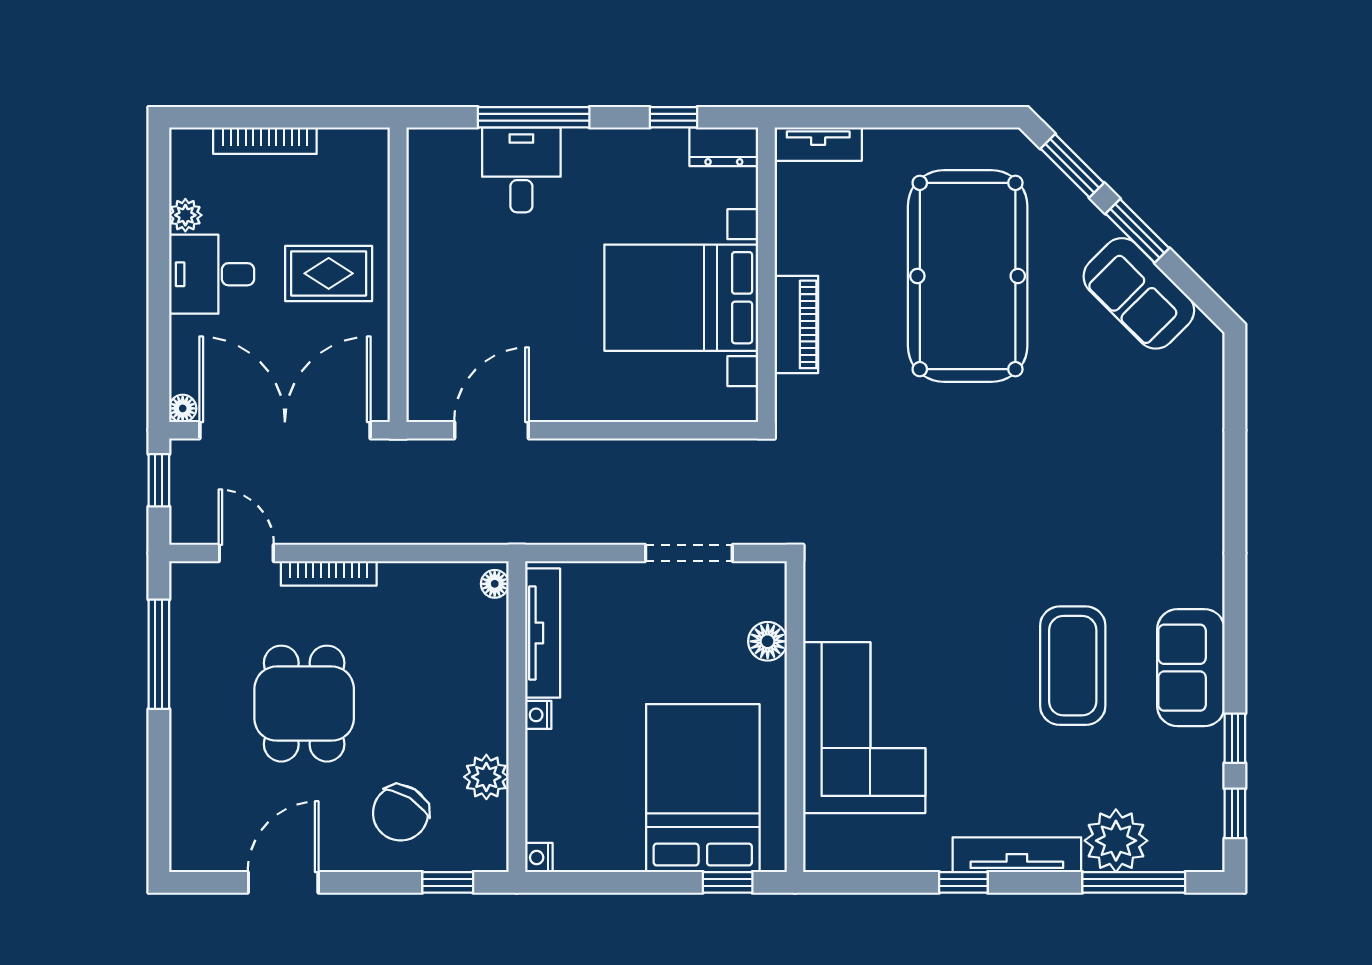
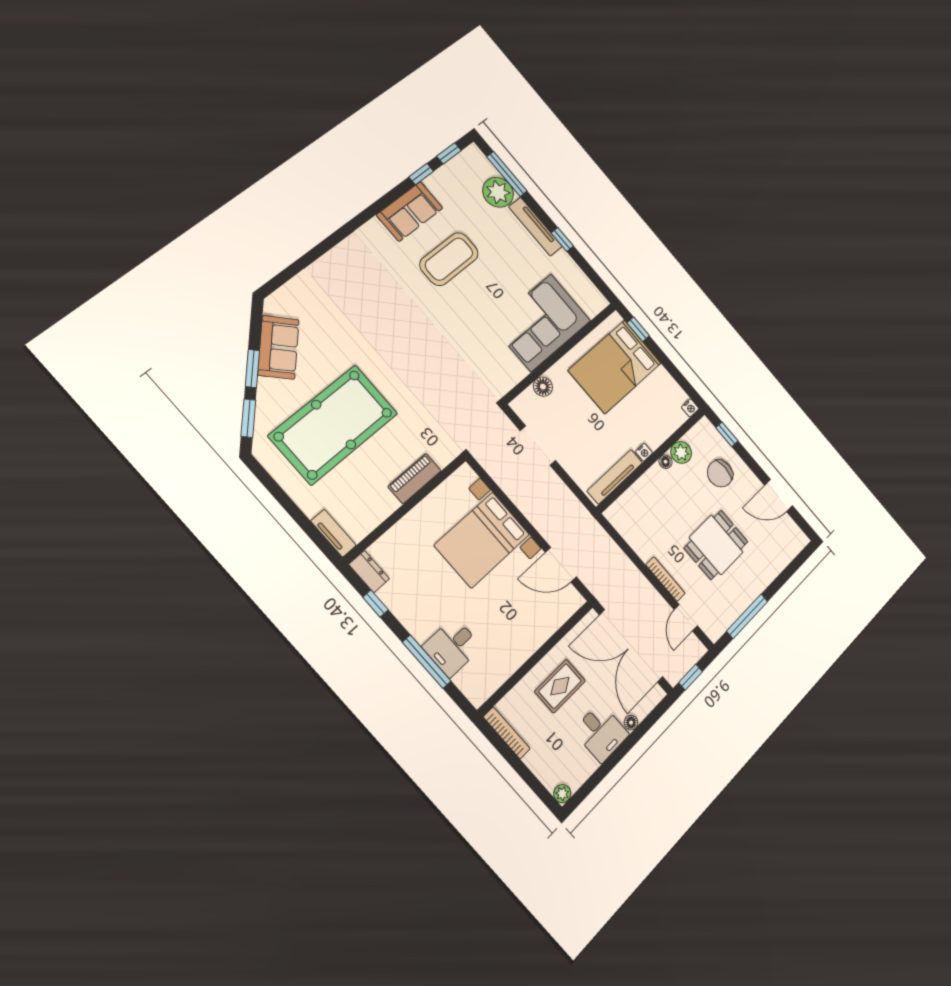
bookcase: (265, 141) -> (507, 733), moved
plant: (185, 215) -> (562, 794), moved
rug: (329, 273) -> (560, 686), turned 90
bed with nightstands: (681, 298) -> (482, 540), moved, turned 90
floor lamp: (183, 408) -> (631, 723), moved
floor lamp: (495, 584) -> (665, 462), moved
chair: (401, 813) -> (720, 473), turned 148

